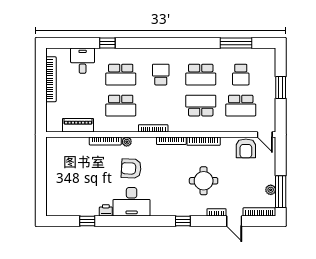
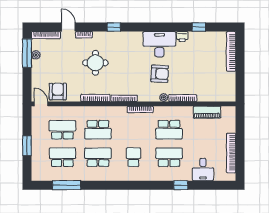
school desk: (161, 75) -> (133, 157), turned 180
school desk: (241, 75) -> (62, 157), width x1.85
school desk: (121, 106) -> (169, 130), turned 180
bookcase: (51, 194) -> (231, 51), added

